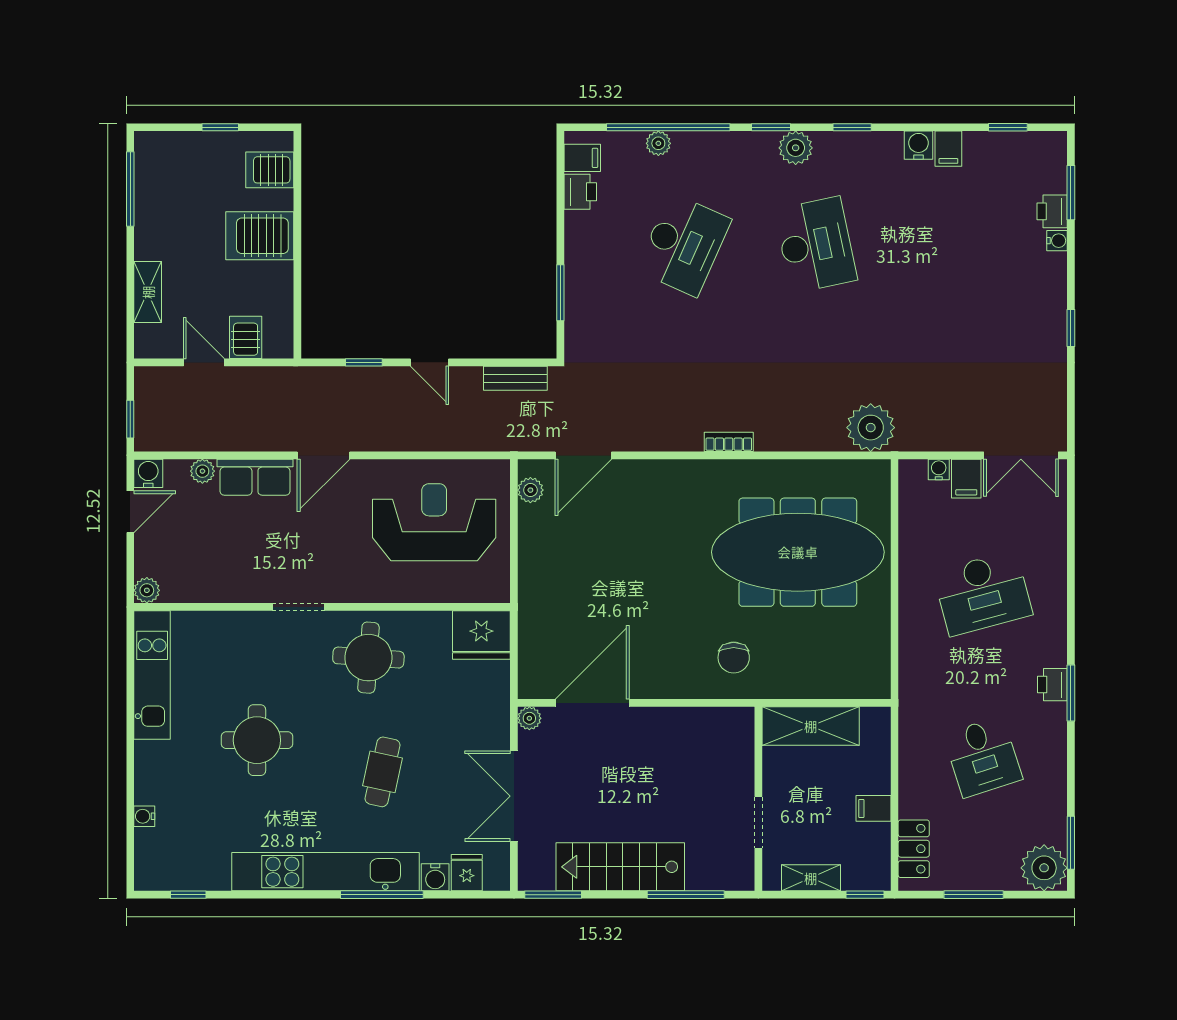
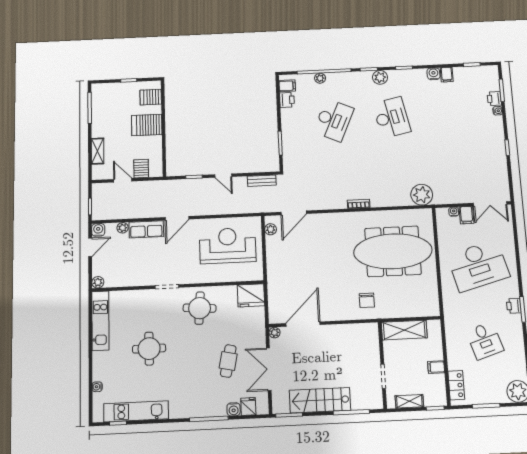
desk: (983, 593) -> (478, 266), width x1.36, depth x1.30
cafe table: (383, 772) -> (228, 361), moved
kitchen unit: (325, 872) -> (136, 411), moved, width x0.73

